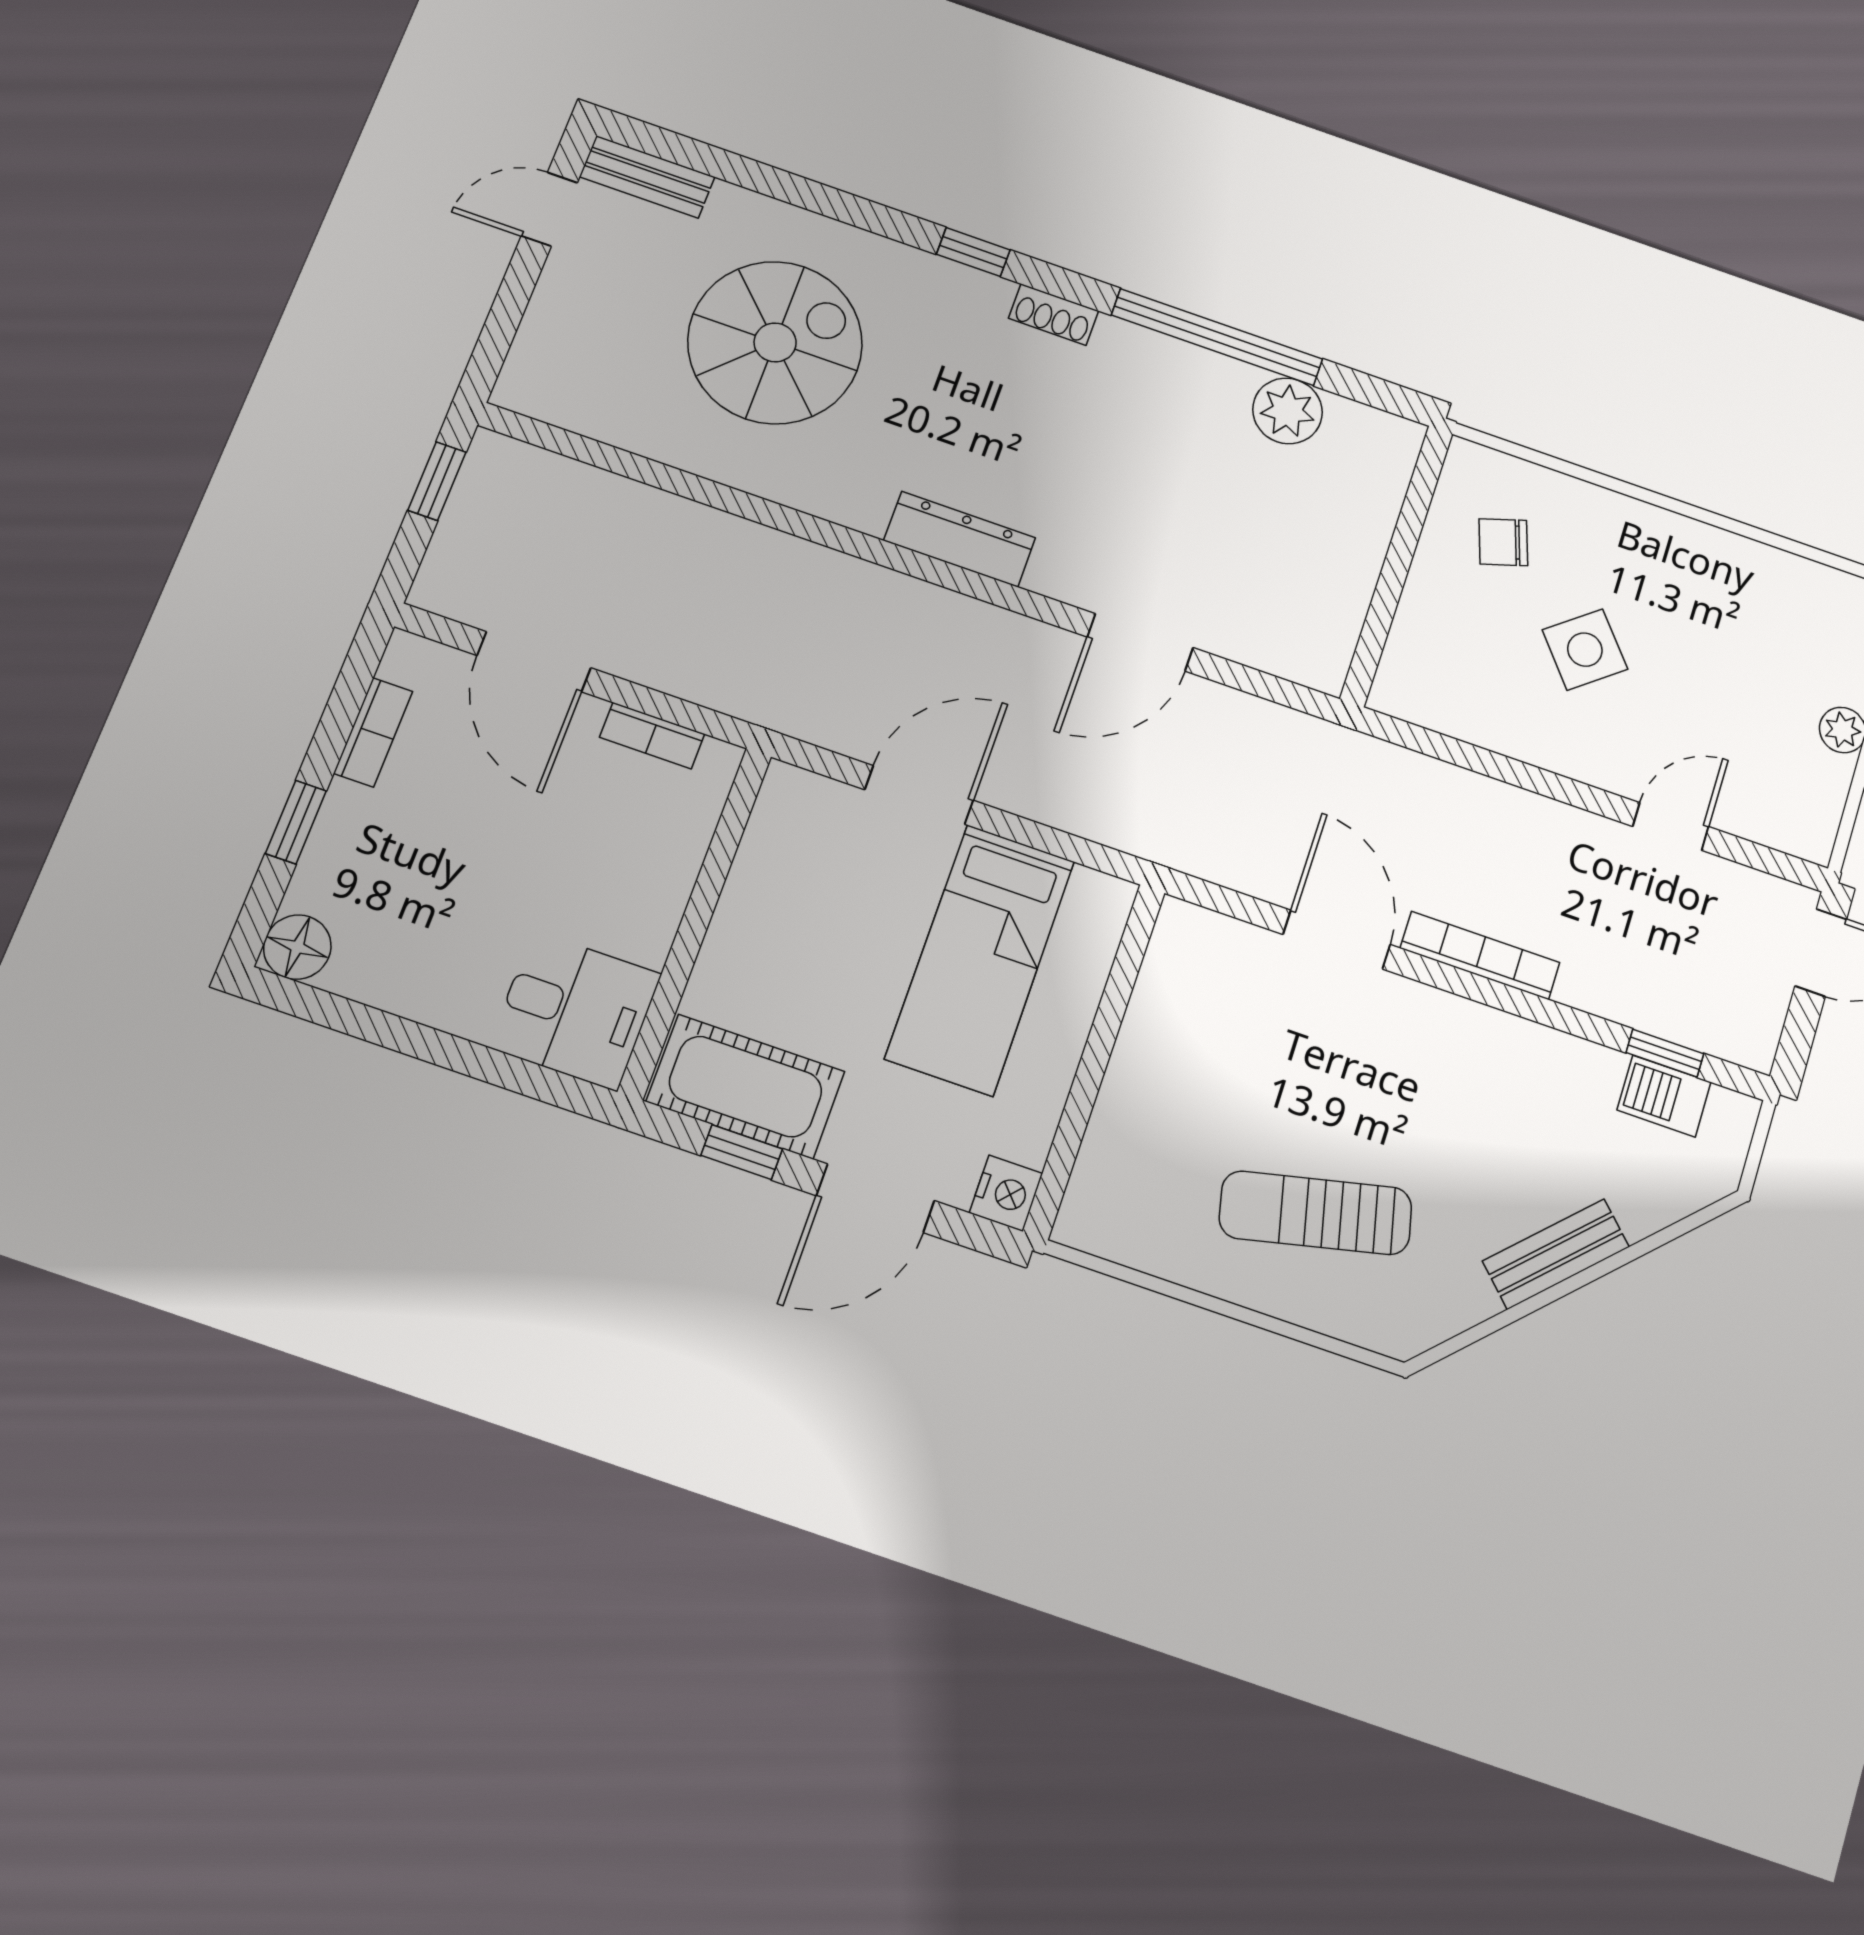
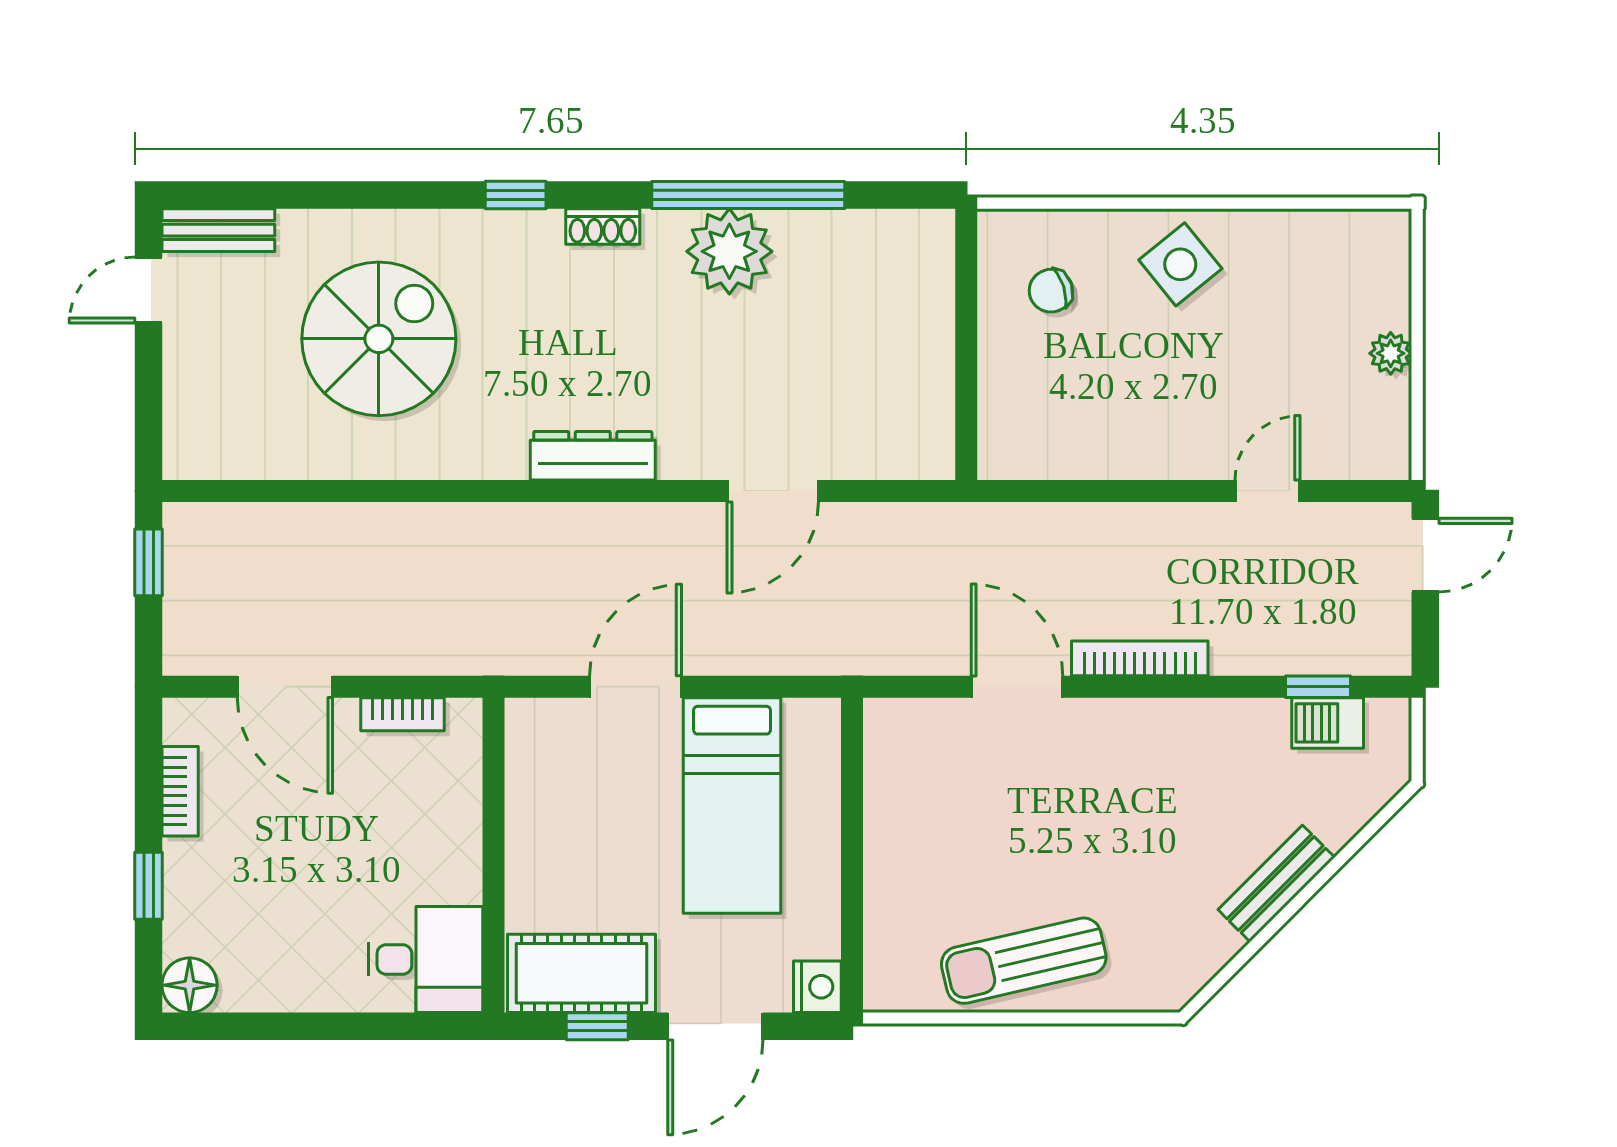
plant: (1288, 411) -> (729, 251), moved, width x1.36, depth x1.36
side table: (1585, 650) -> (1180, 264), moved
sun lounger: (1316, 1213) -> (1024, 961), moved

